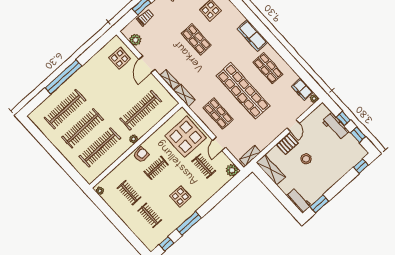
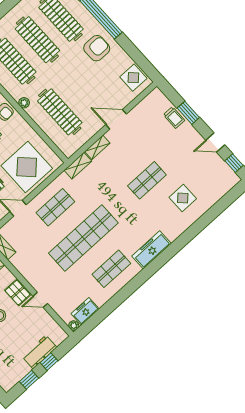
plant: (135, 40) -> (146, 105), removed
display table: (120, 58) -> (133, 78), moved
armchair: (89, 80) -> (97, 48), added

